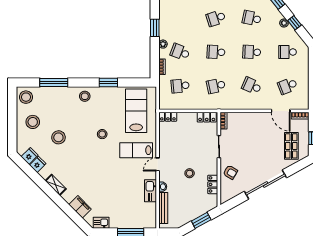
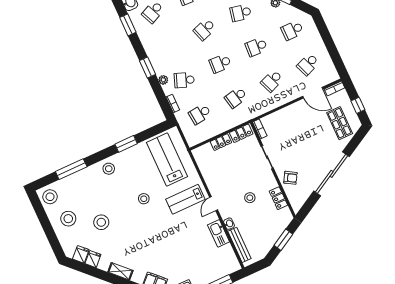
school desk: (252, 86) -> (272, 81), turned -45
locker: (168, 117) -> (221, 142), moved

